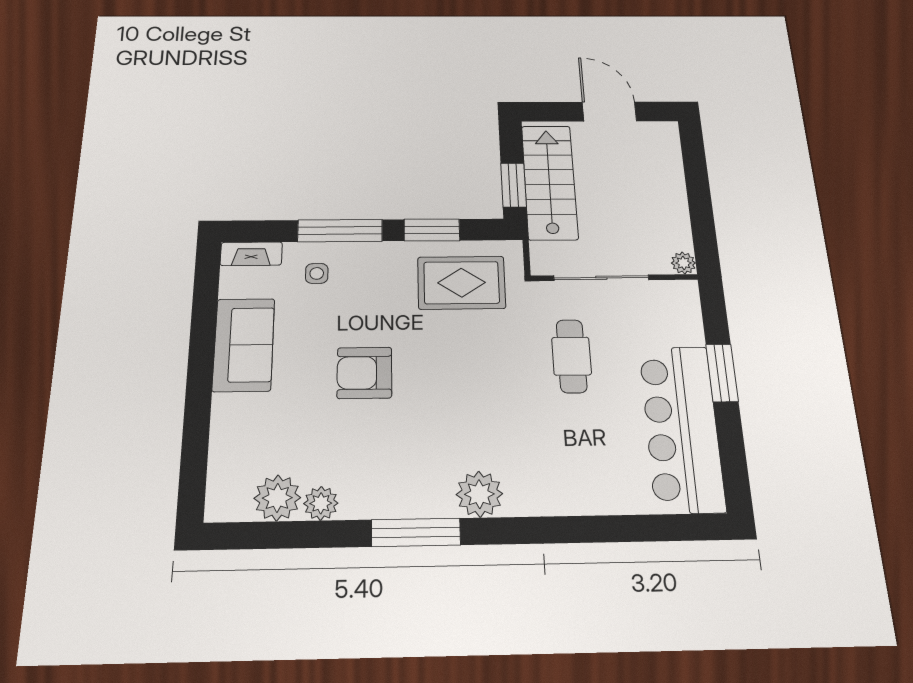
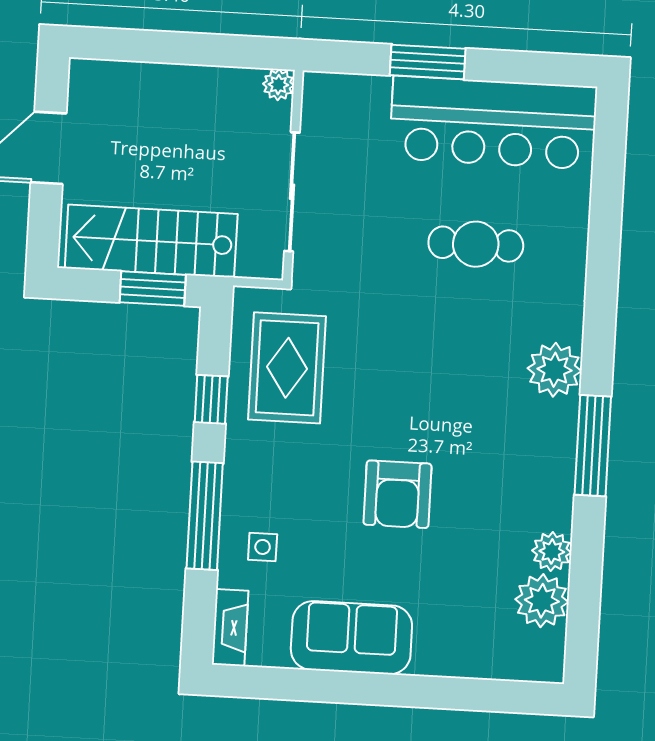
window: (432, 230) -> (211, 399), width x0.67
cafe table: (572, 356) -> (476, 244), moved

